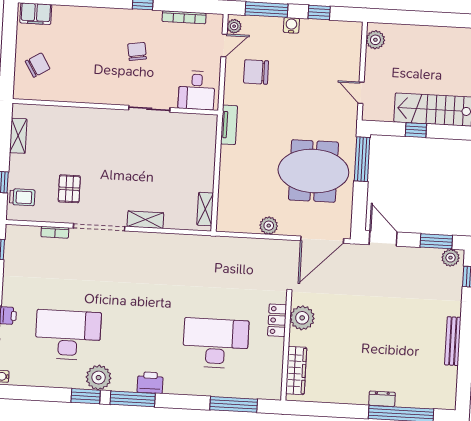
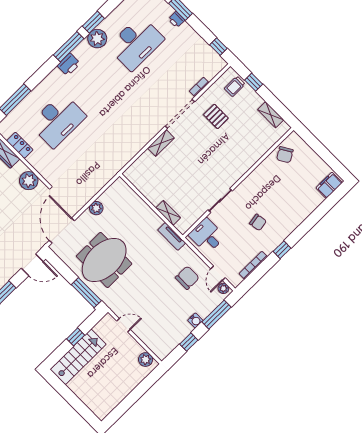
chair: (38, 65) -> (285, 155), moved
shelving: (205, 209) -> (168, 213), moved
locker: (277, 320) -> (20, 145), moved

